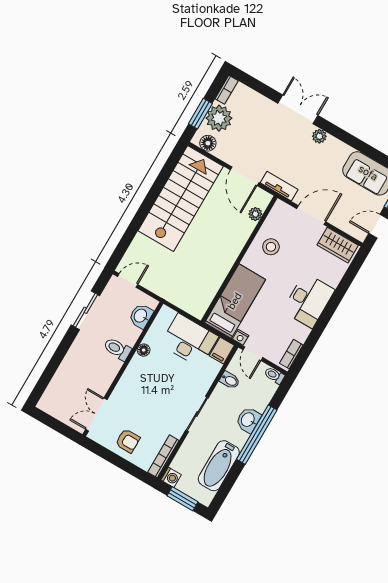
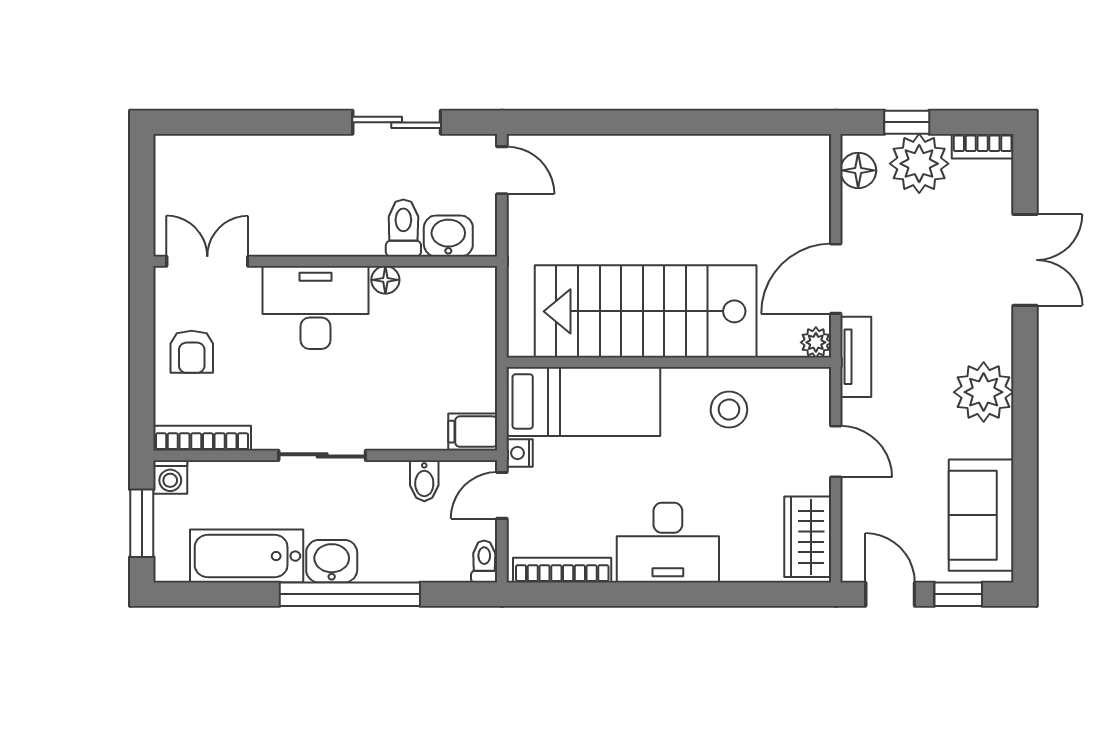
double door: (298, 109) -> (1025, 260), moved
window: (200, 114) -> (907, 122), width x0.67
plant: (319, 136) -> (984, 392), width x1.88, depth x1.88
stairs: (181, 199) -> (646, 311), moved, turned 180
plant: (255, 214) -> (816, 342), moved
door: (311, 215) -> (836, 451), width x0.73
desk: (189, 340) -> (315, 307), moved, turned -90
toilet: (117, 349) -> (403, 228), moved
bookcase: (291, 354) -> (562, 570), width x1.56
washbasin: (248, 420) -> (332, 561), moved

